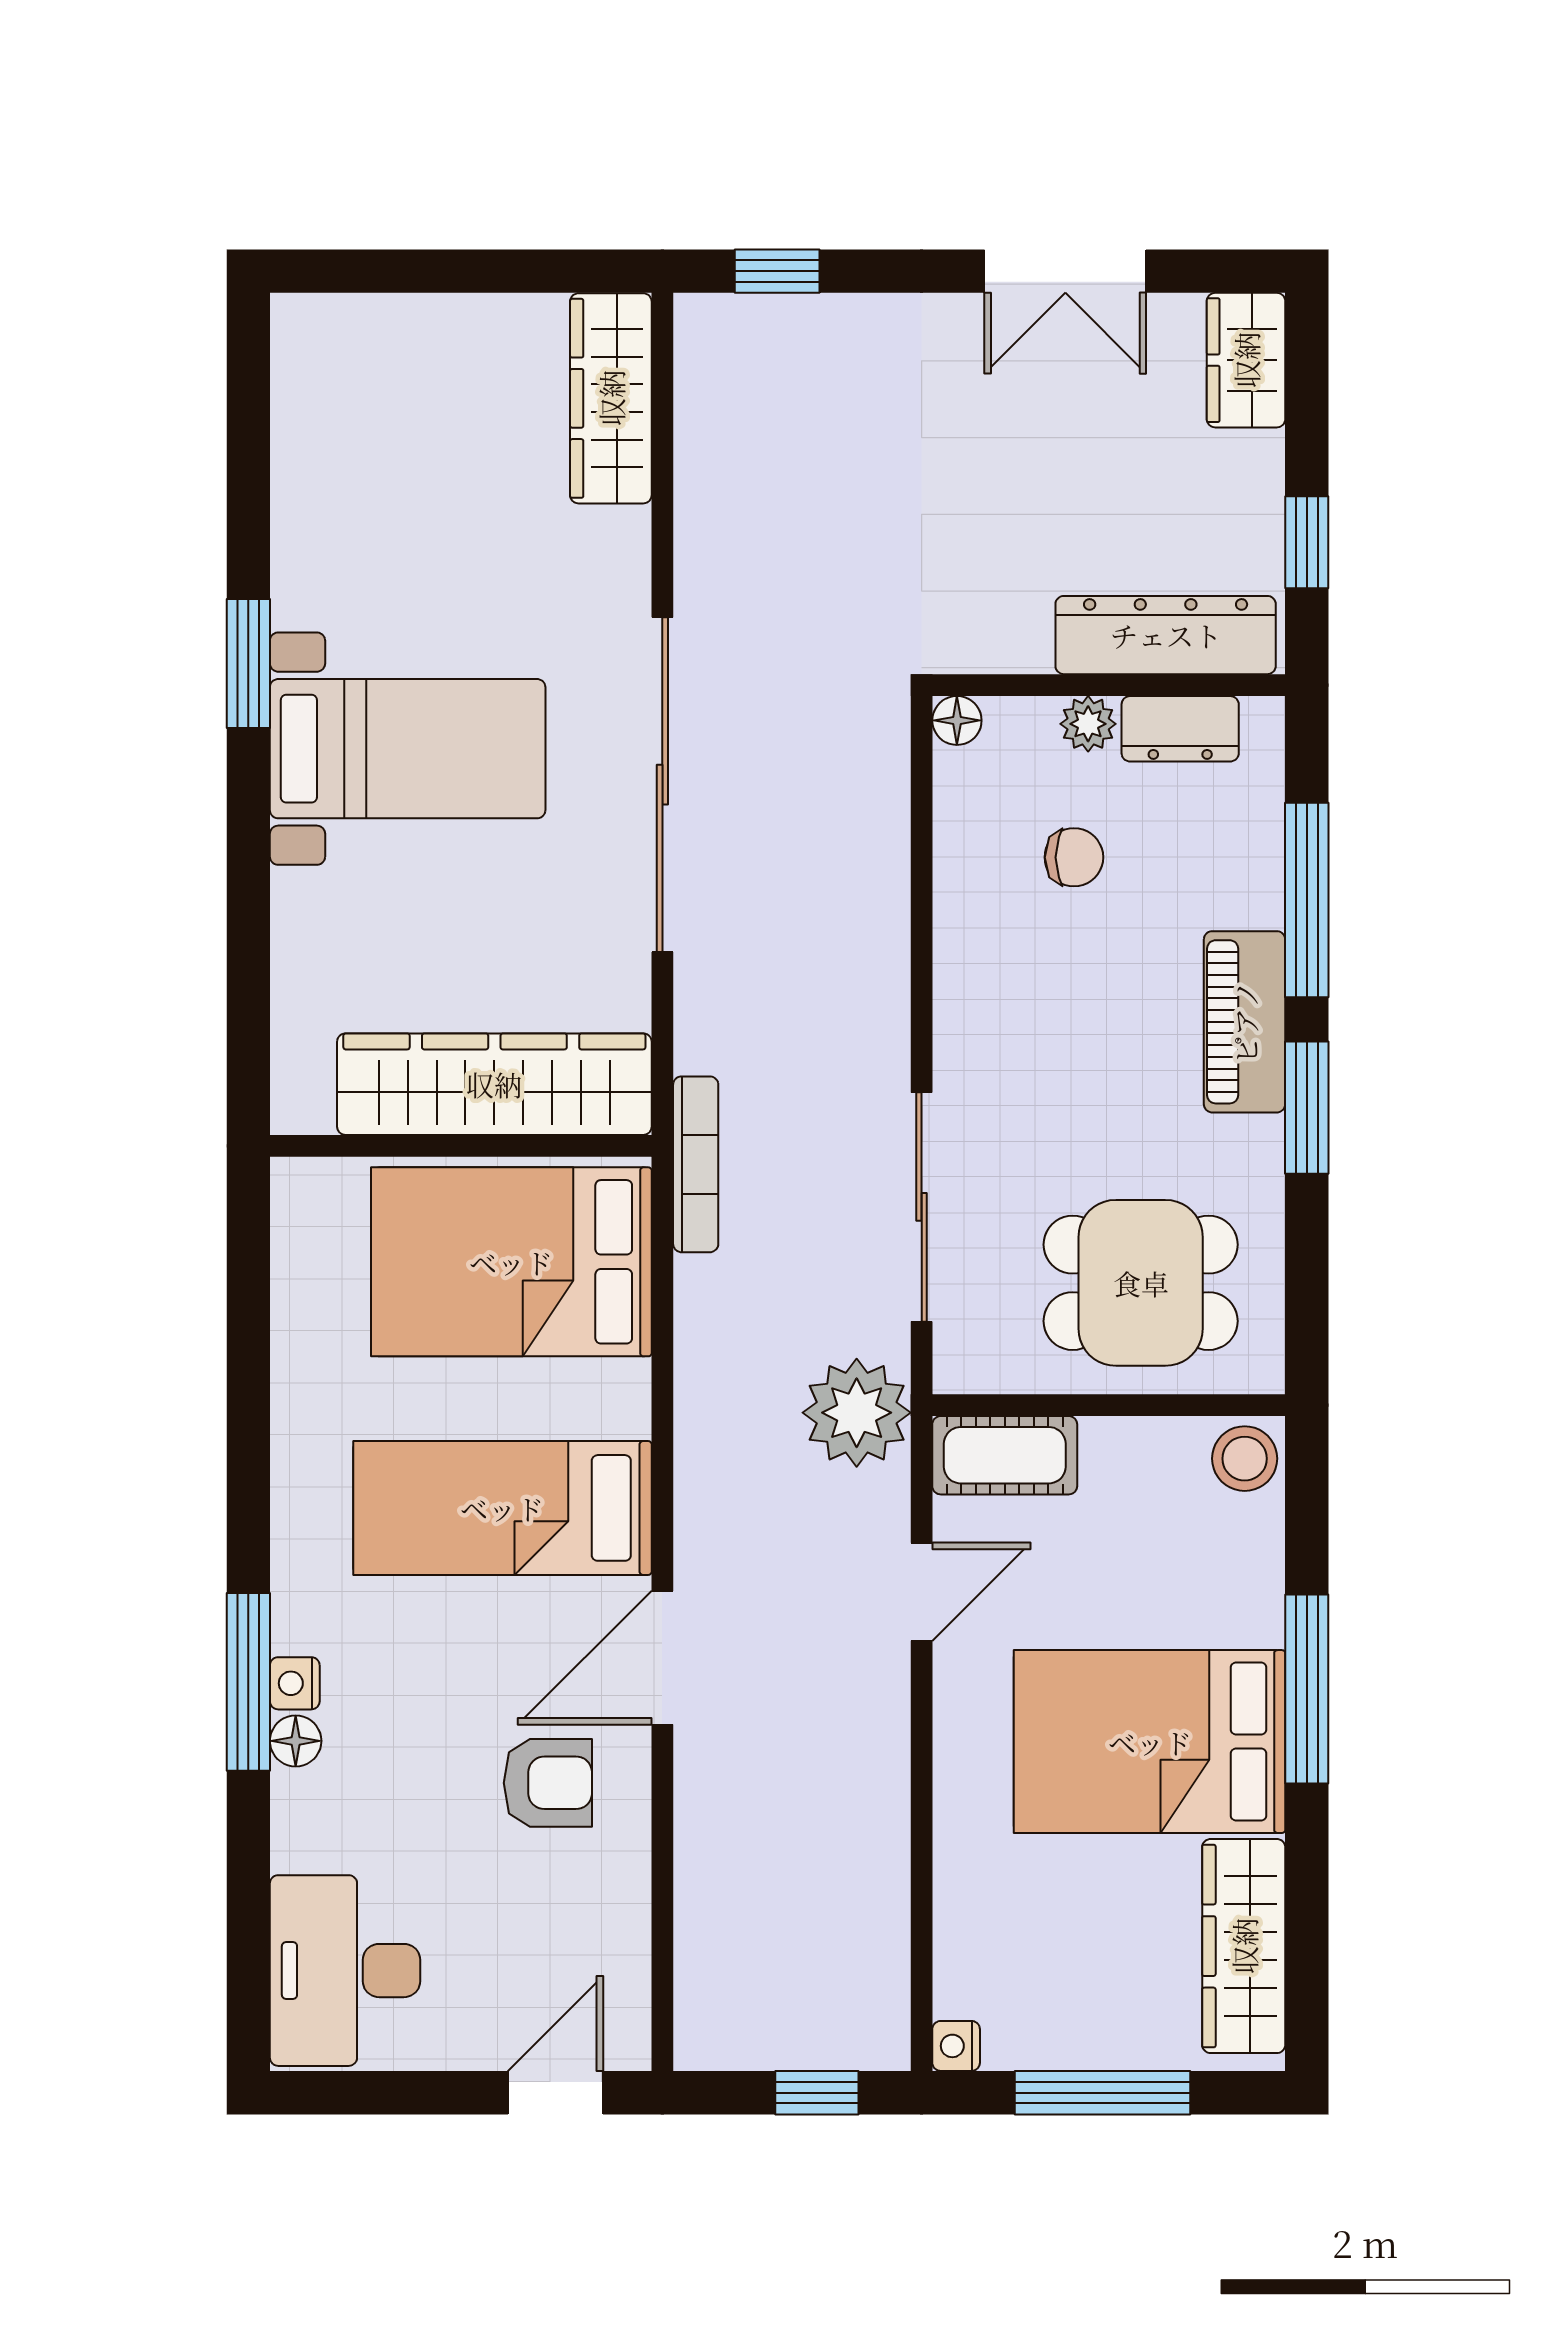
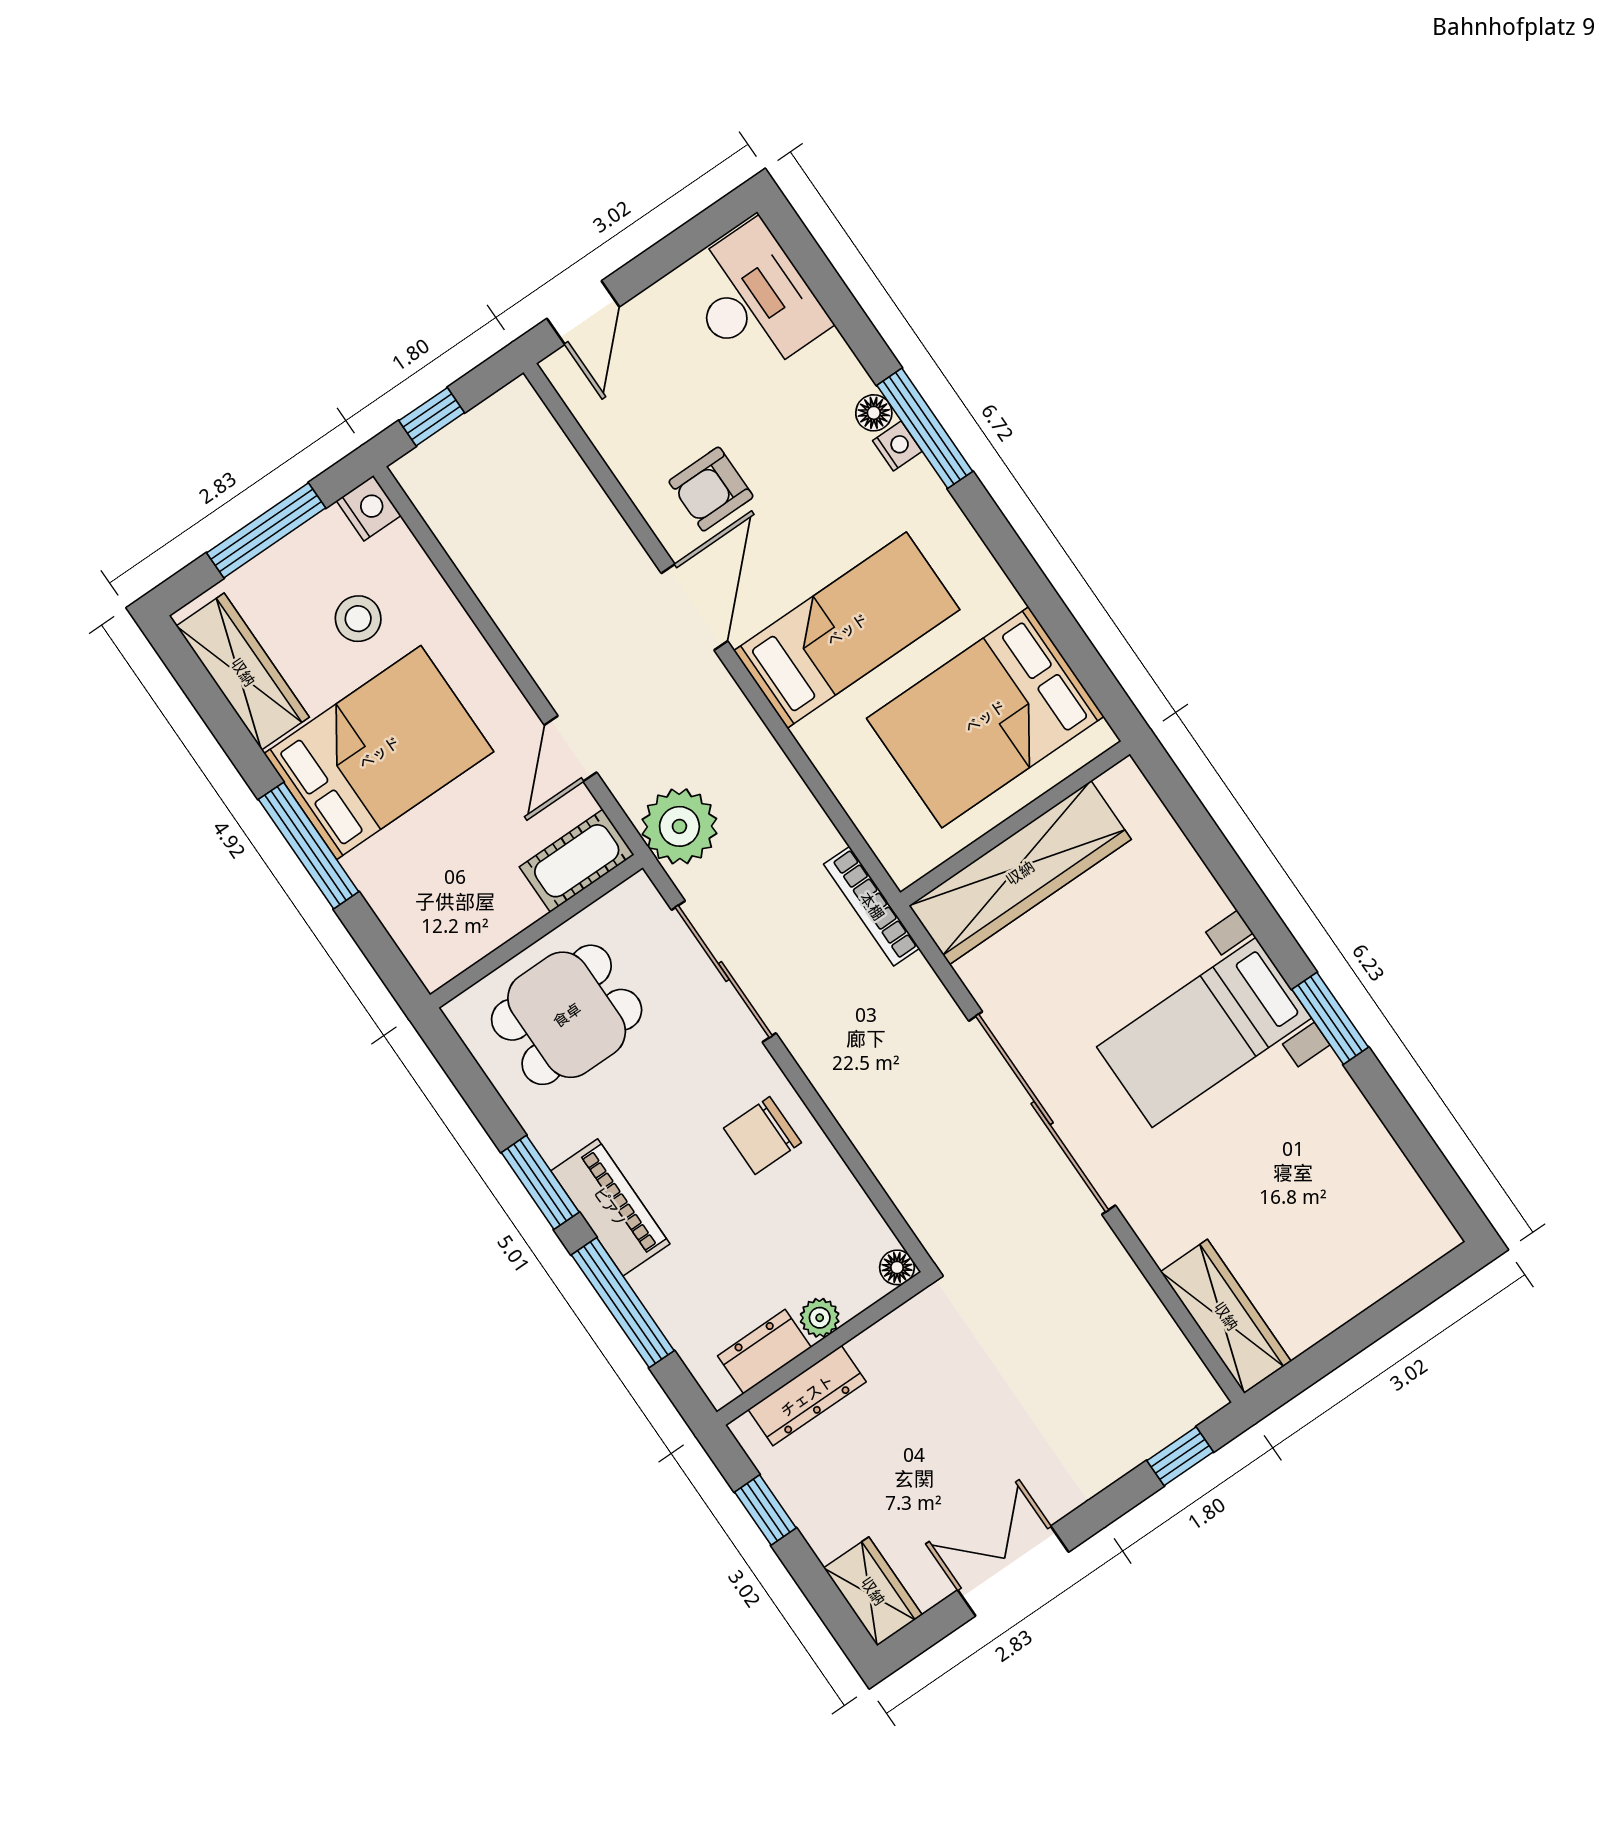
dresser: (1166, 635) -> (807, 1396), width x0.73, depth x0.80
chair: (1074, 857) -> (762, 1135), moved, width x1.37, depth x1.37
bed: (511, 1262) -> (985, 717), moved, turned 180
stool: (1245, 1459) -> (358, 619), moved
nightstand: (956, 2046) -> (369, 508), width x1.39, depth x1.35

